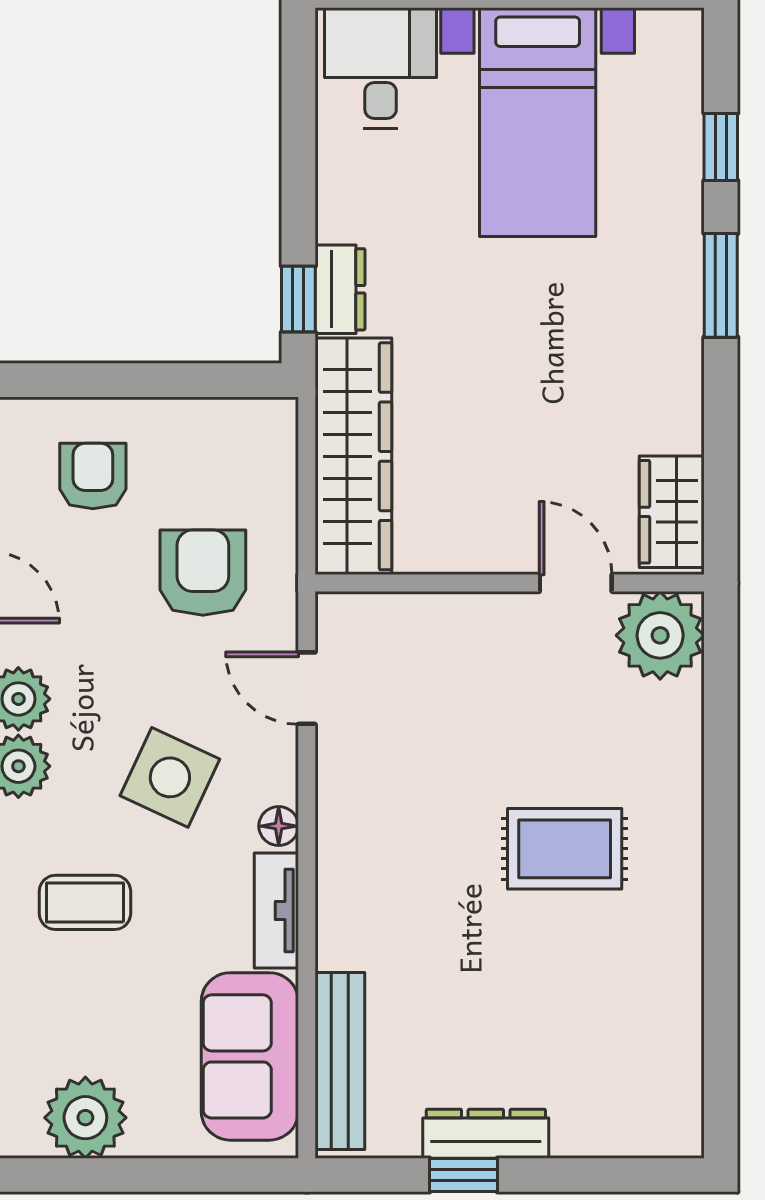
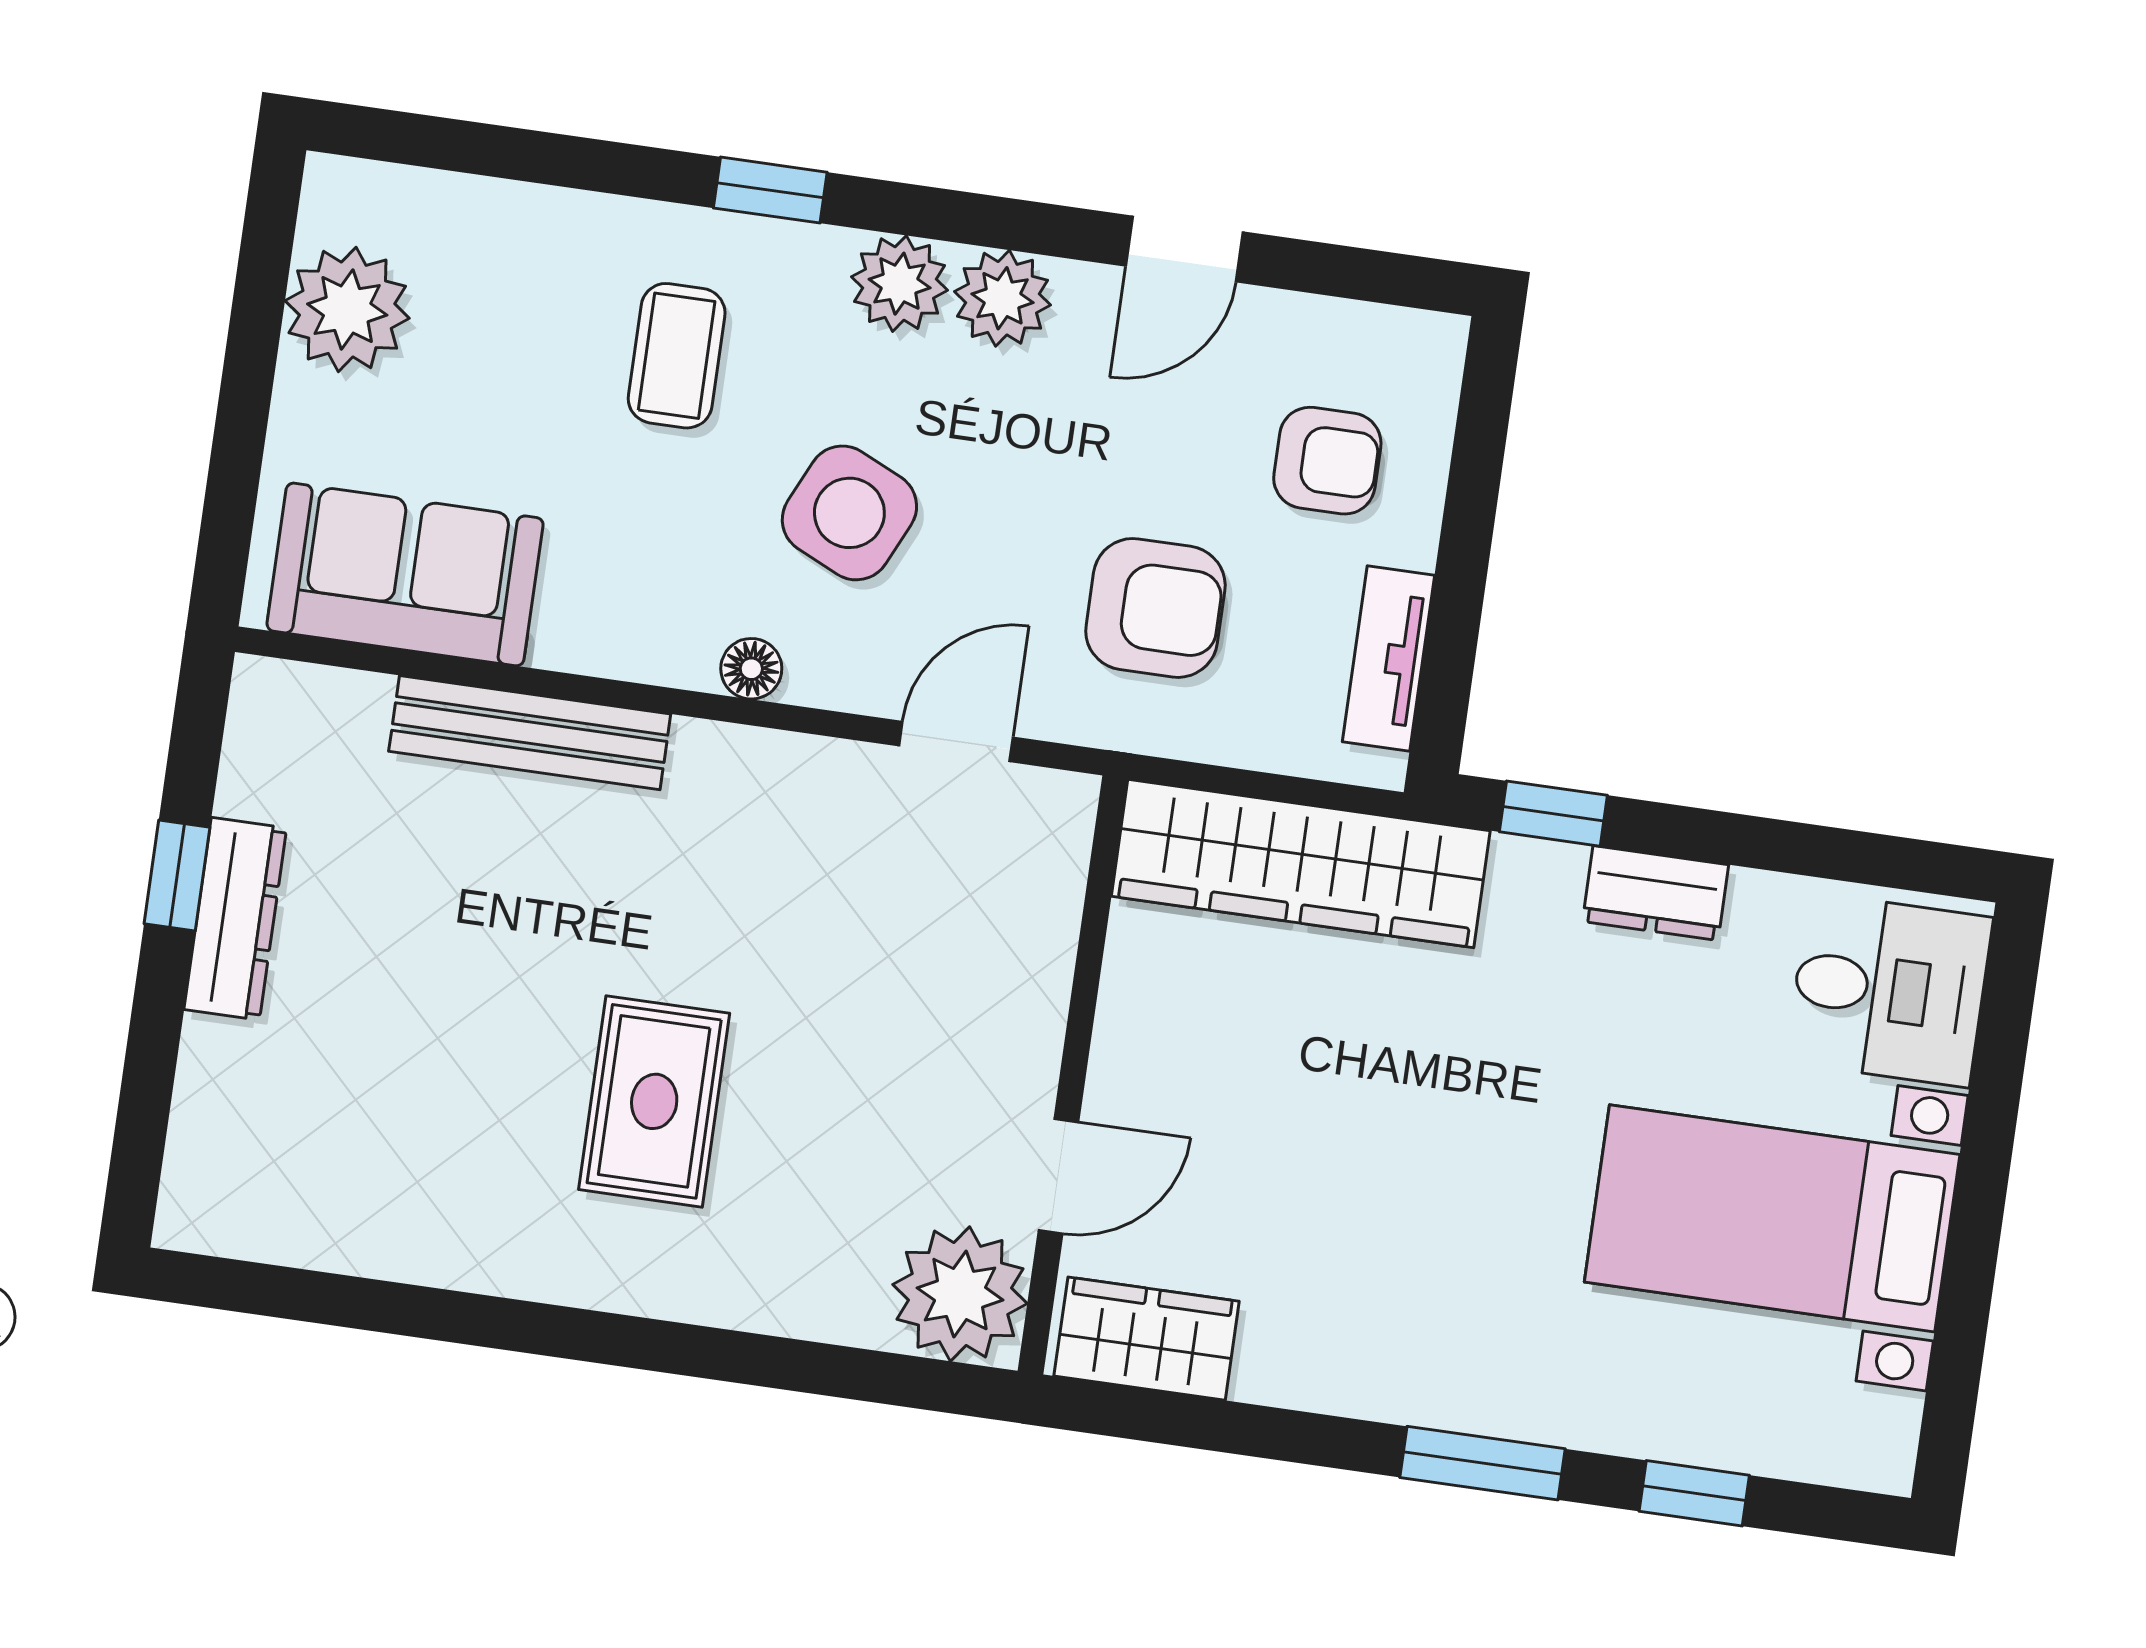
dresser: (340, 289) -> (1656, 893), moved
tv unit: (276, 911) -> (1389, 658), moved, turned -90
bench: (340, 1061) -> (530, 733), moved

